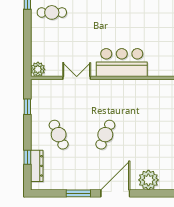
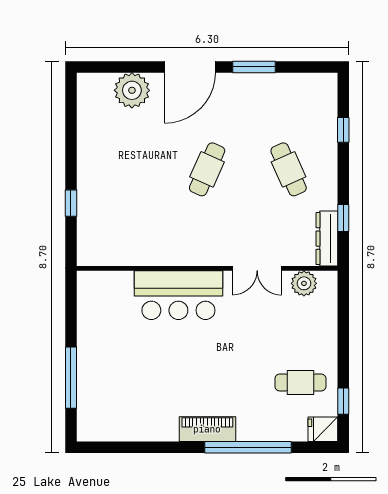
plant: (38, 69) -> (304, 283), moved
dresser: (37, 166) -> (327, 239), moved

